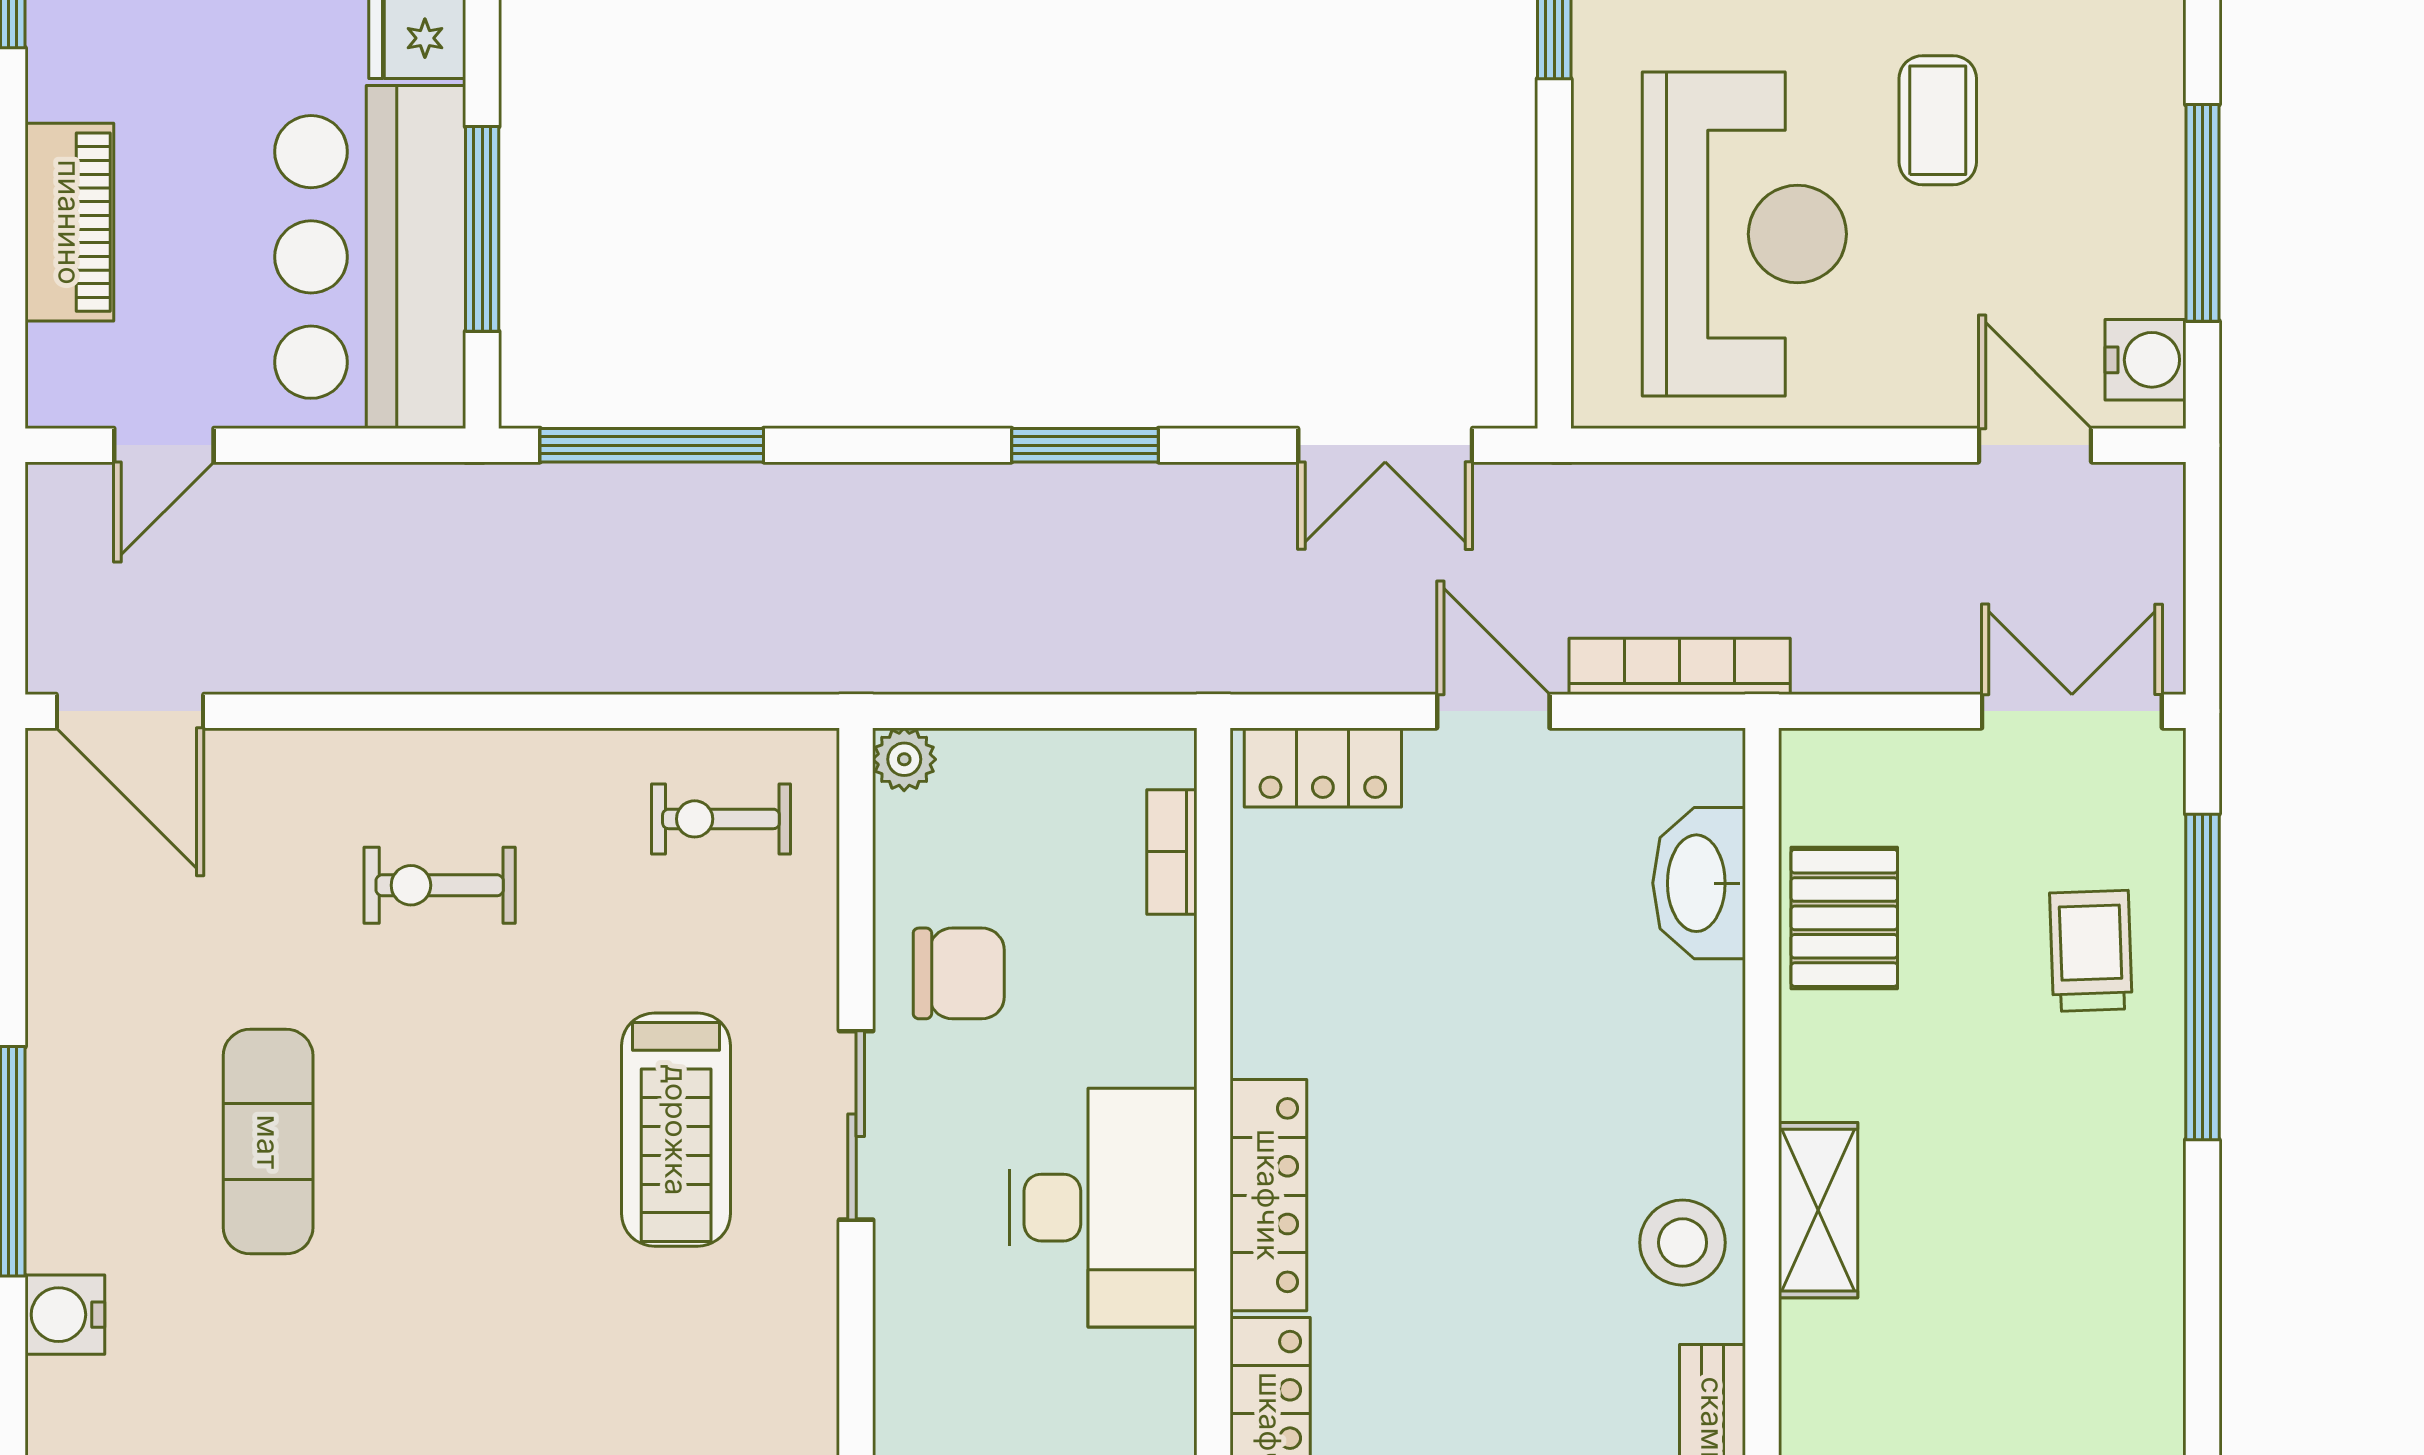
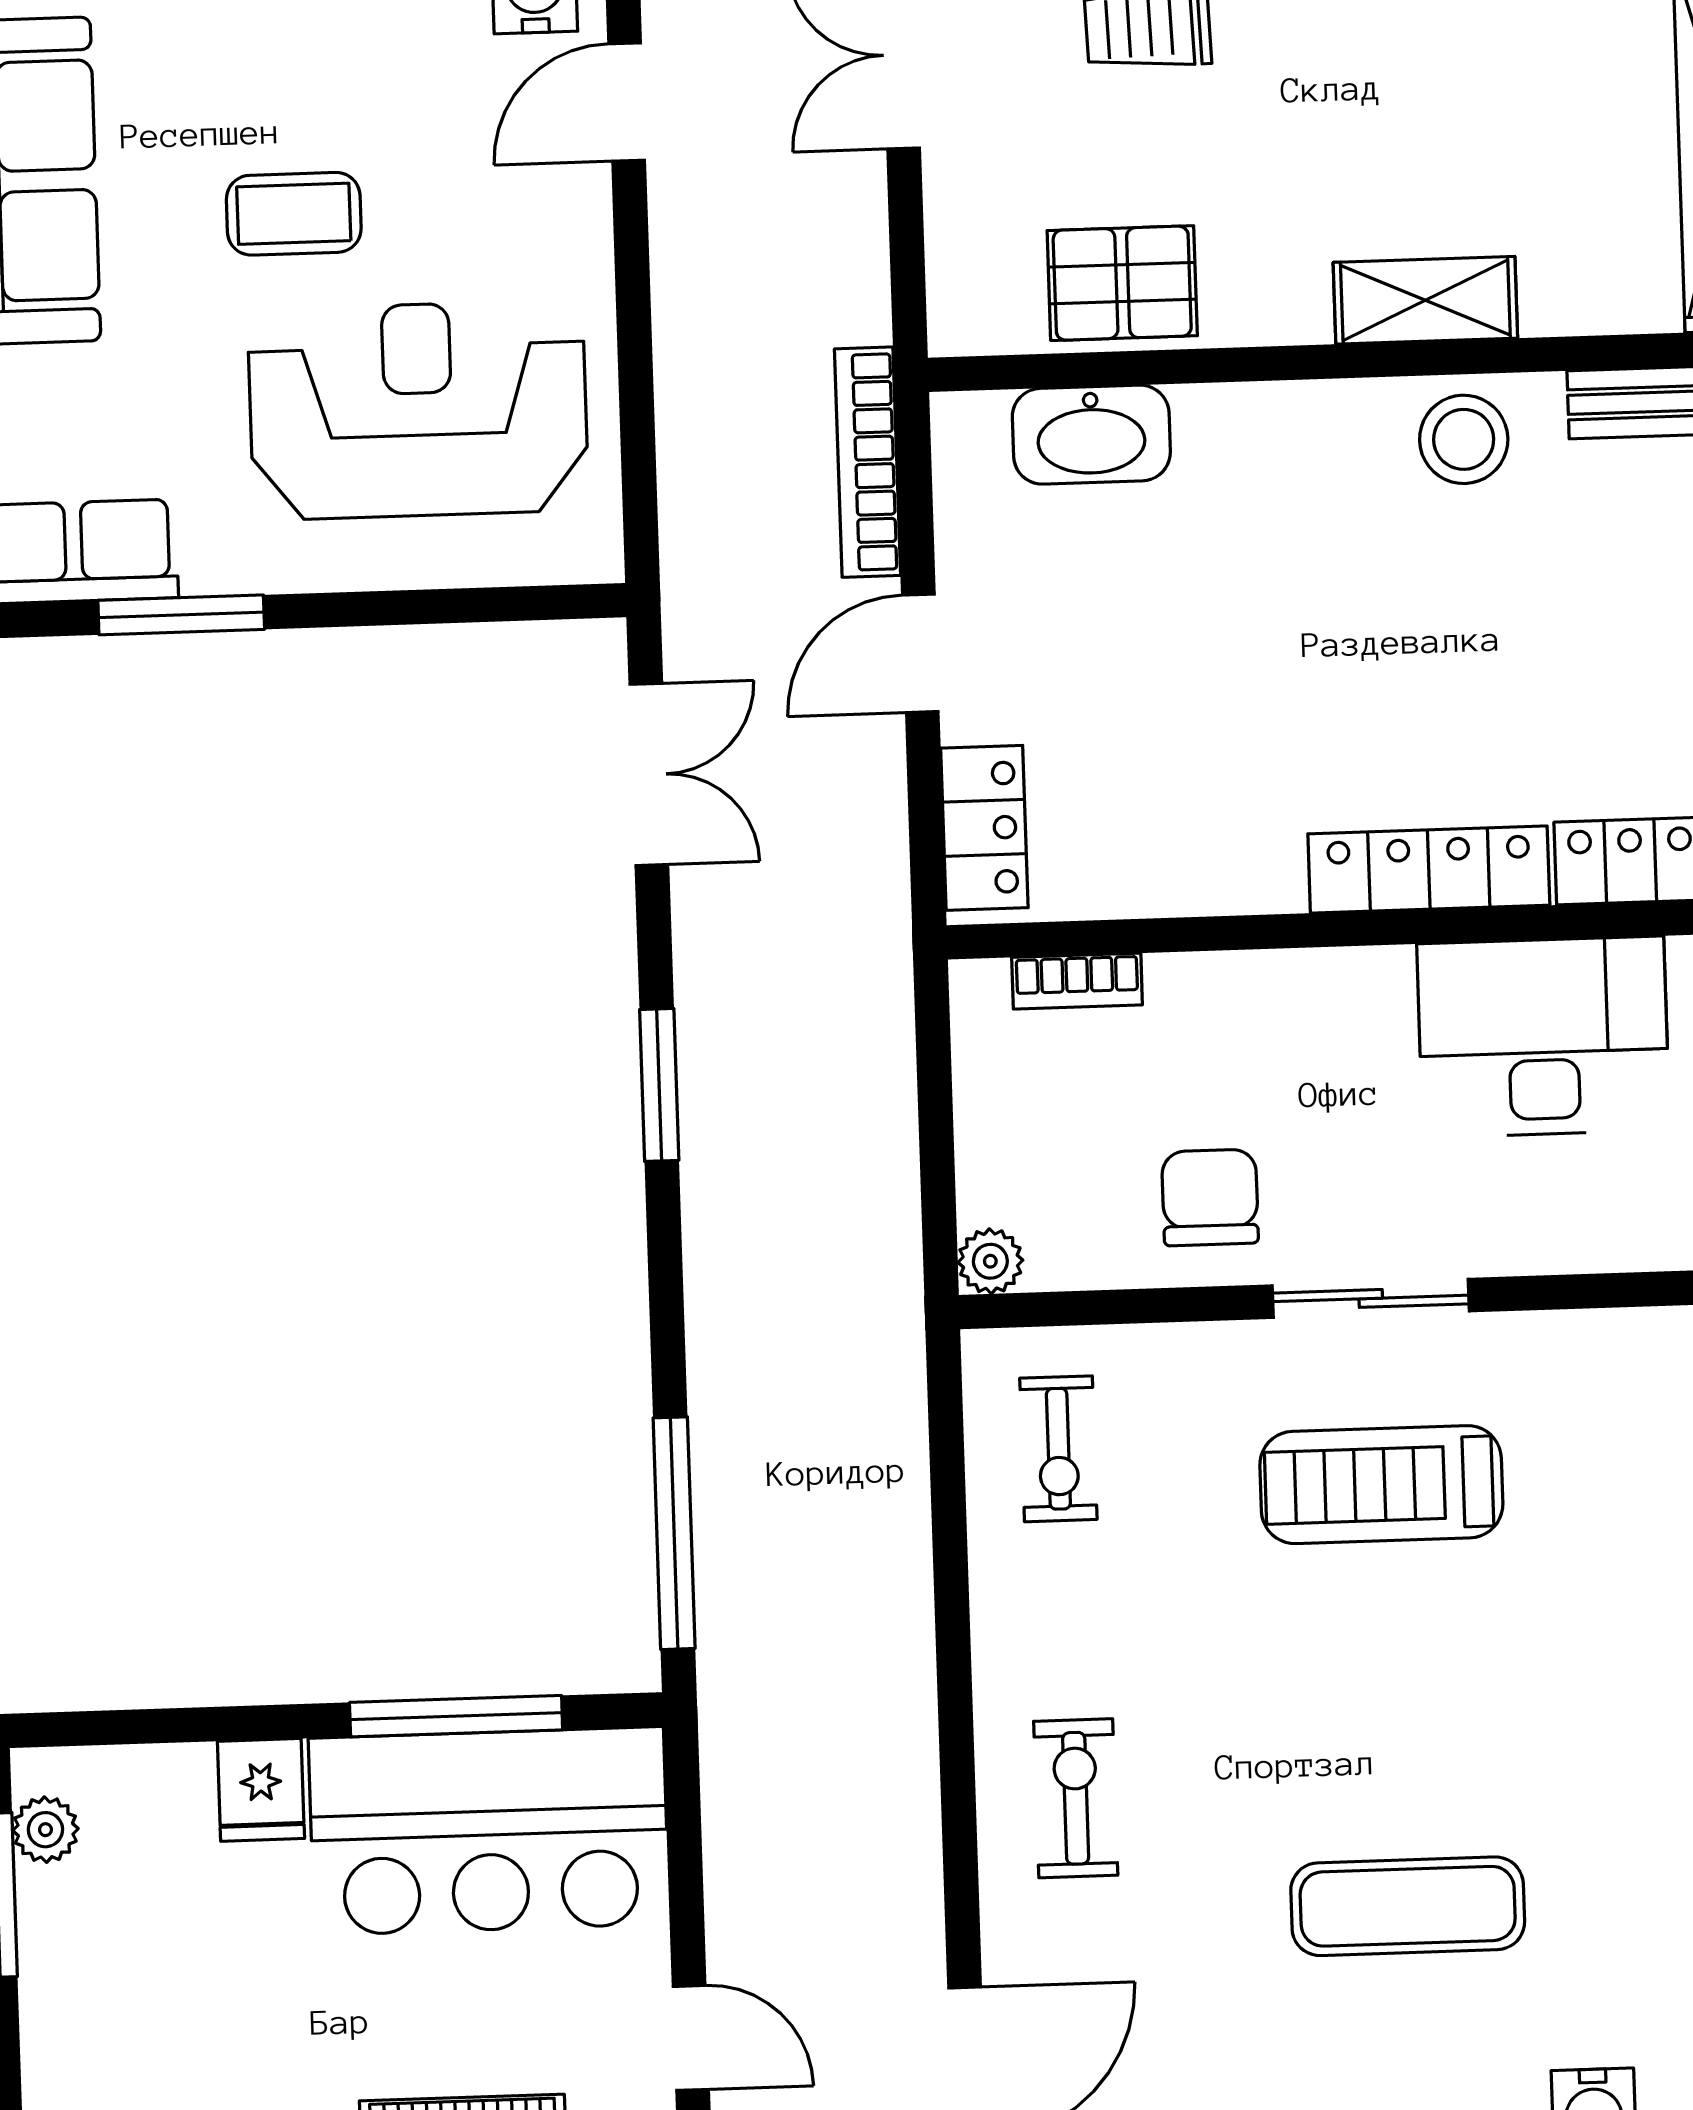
exercise bike: (440, 885) -> (1076, 1798), moved, turned 180
treadmill: (676, 1130) -> (1381, 1485), turned 180
desk: (1103, 1208) -> (1543, 1037), moved

